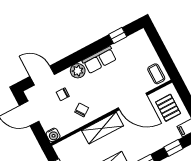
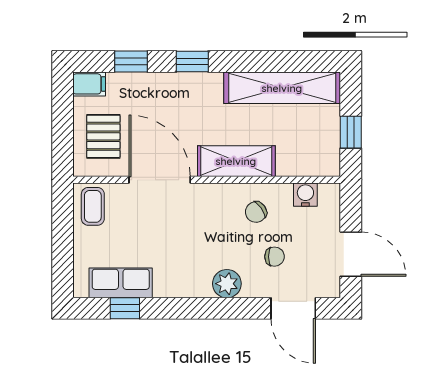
row of seats: (99, 60) -> (121, 283), moved
water cooler: (53, 135) -> (305, 195), moved

